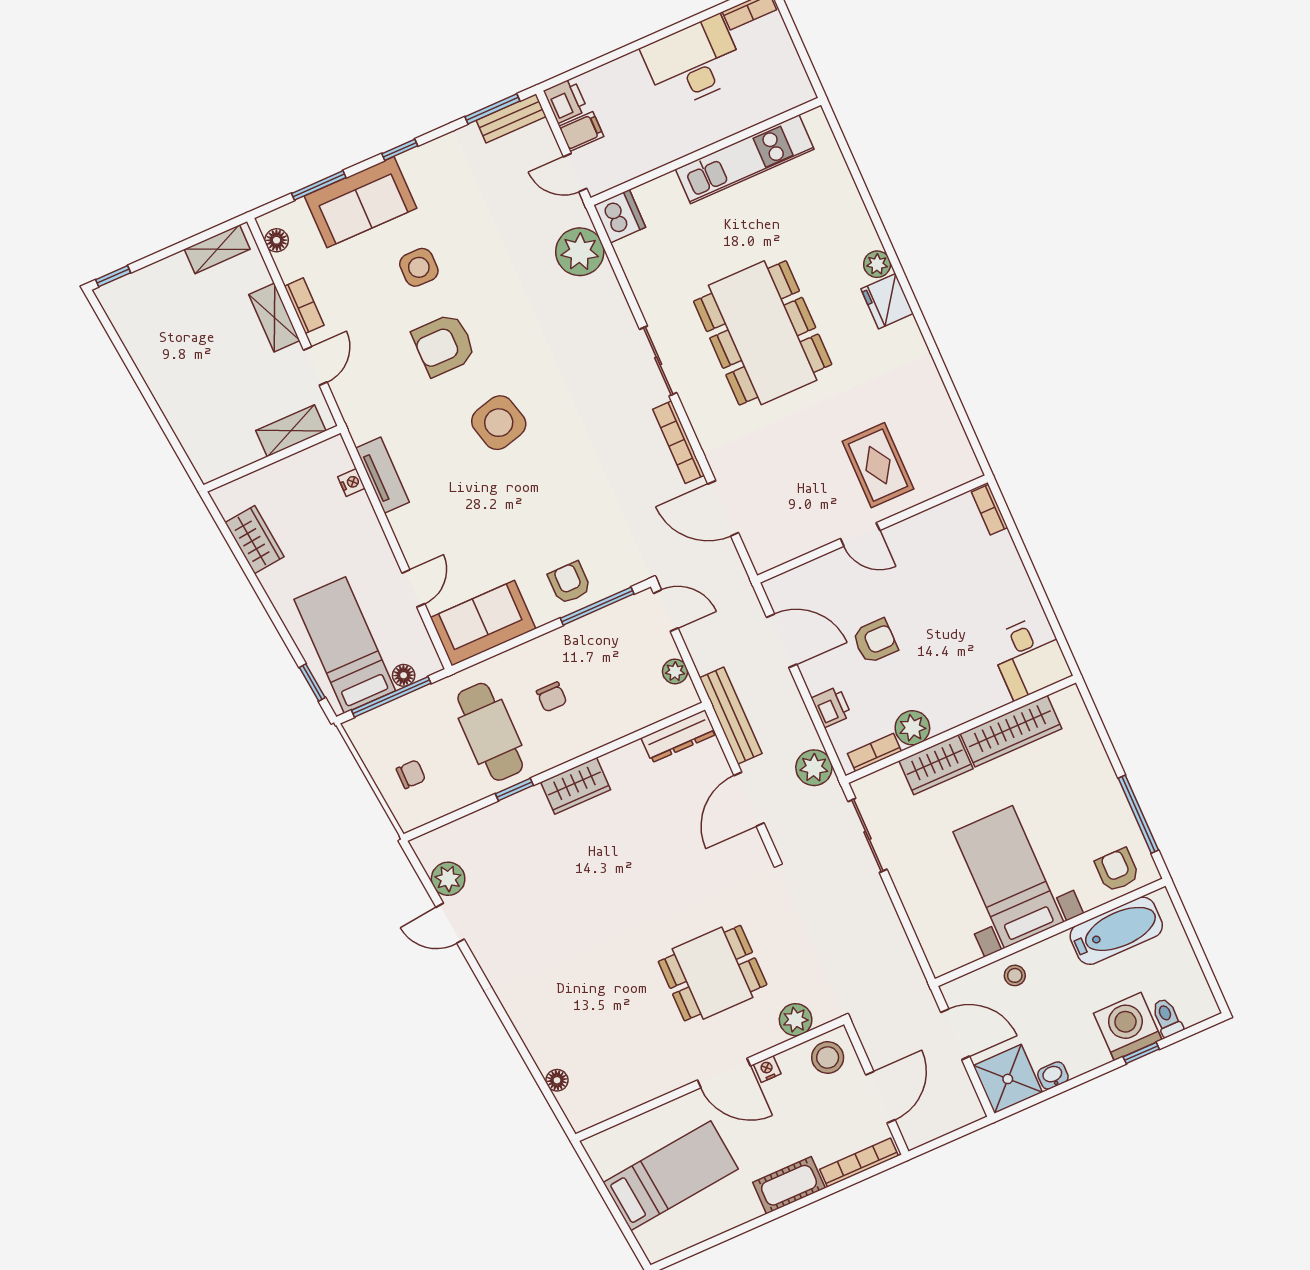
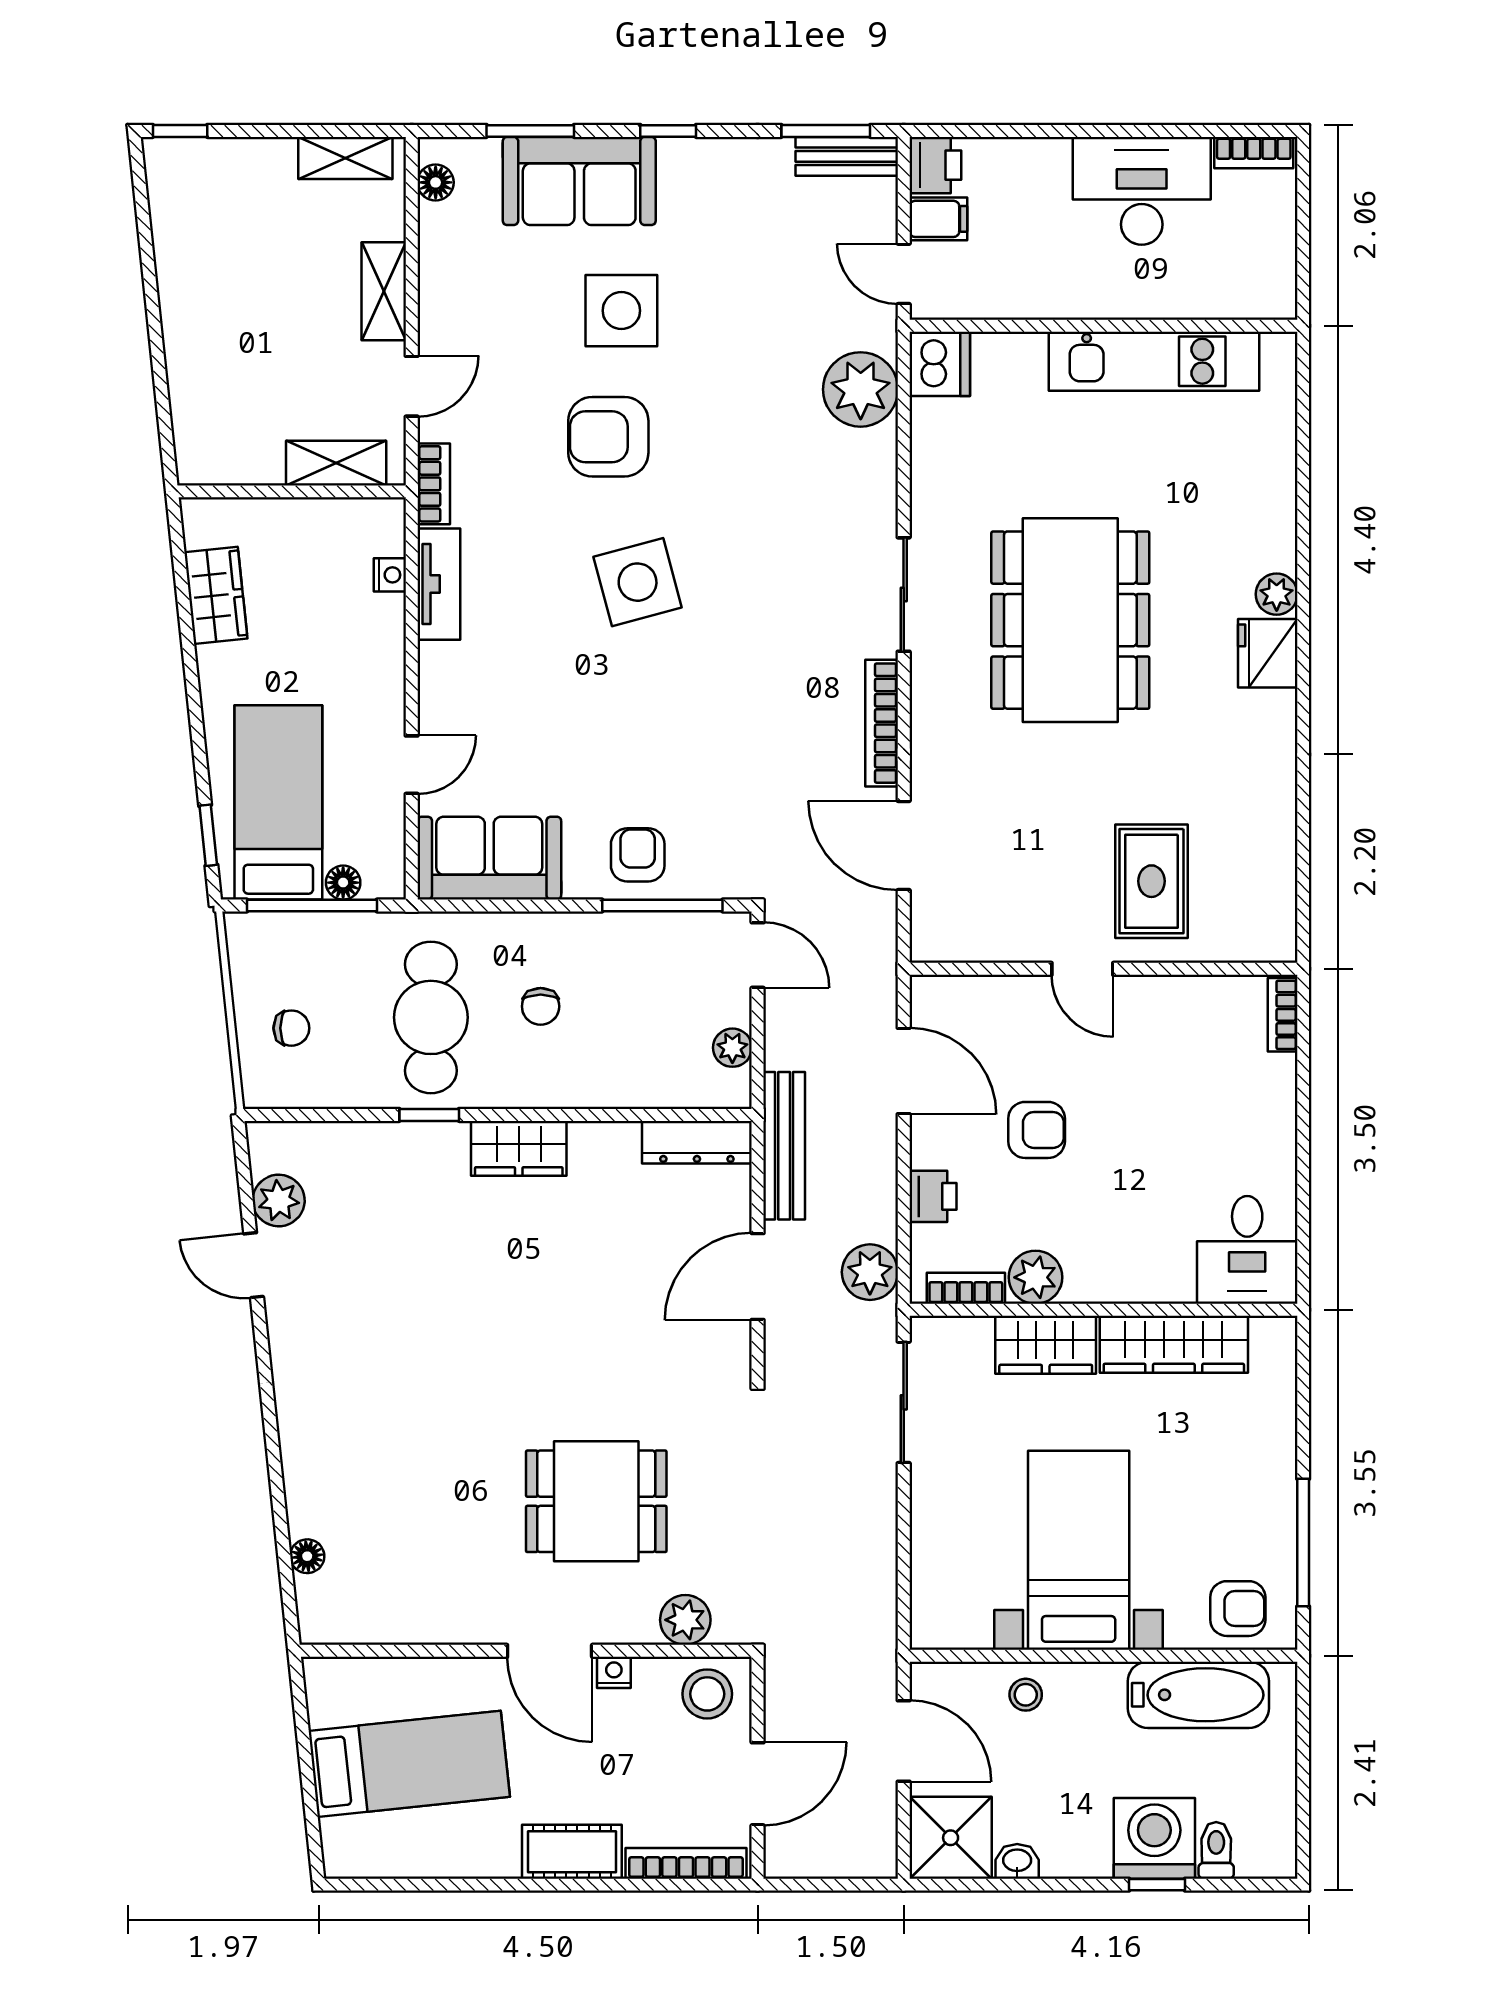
side table: (419, 267) -> (621, 311), width x1.37, depth x1.37
bookcase: (304, 306) -> (434, 484), moved
armchair: (1117, 870) -> (1238, 1609), turned 90

